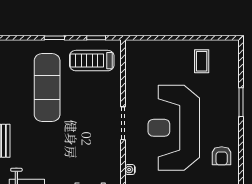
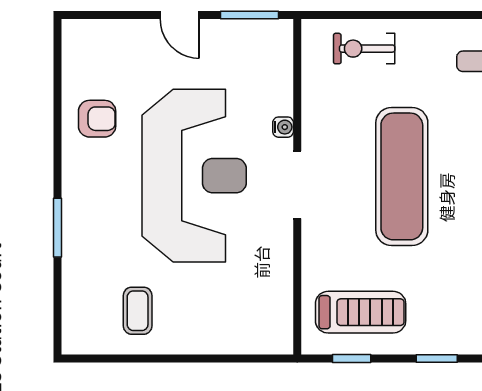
exercise mat: (47, 88) -> (402, 176), moved
armchair: (222, 156) -> (97, 119), turned 90
water cooler: (130, 170) -> (283, 127), moved

